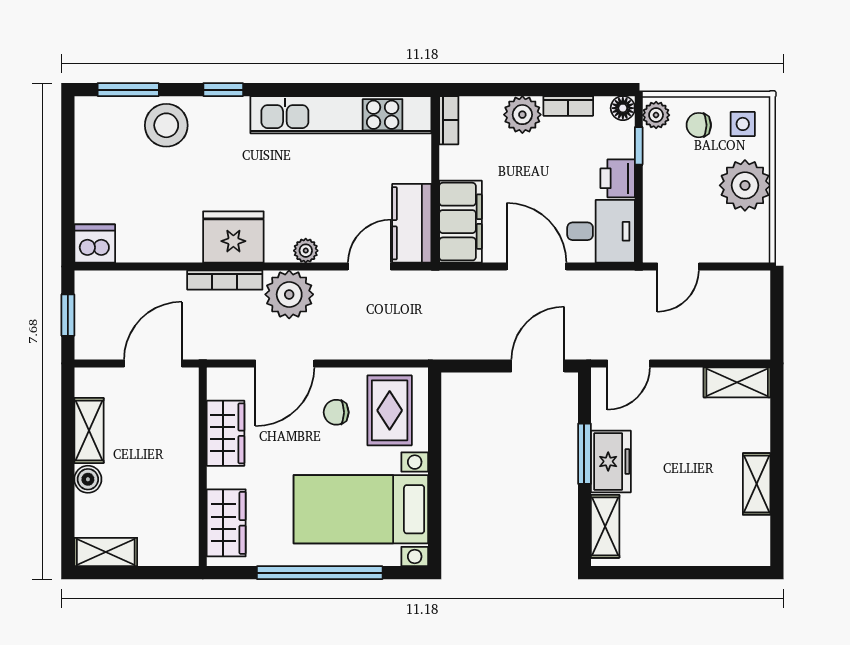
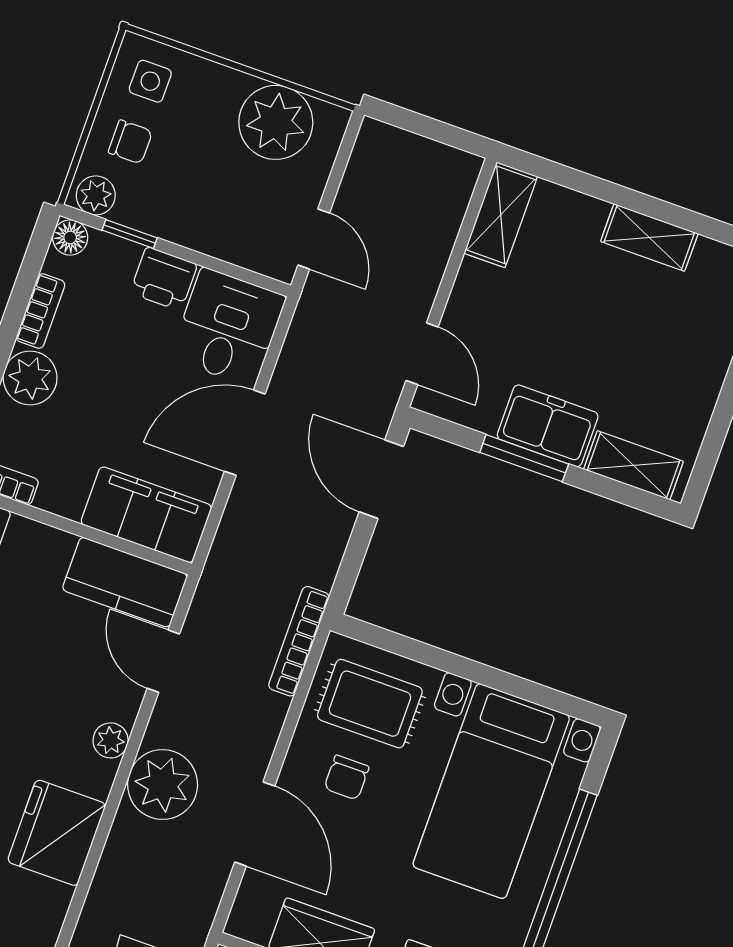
chair: (699, 125) -> (130, 142), turned -90
plant: (745, 185) -> (276, 122), moved
bookcase: (225, 280) -> (299, 641), moved, turned 180

